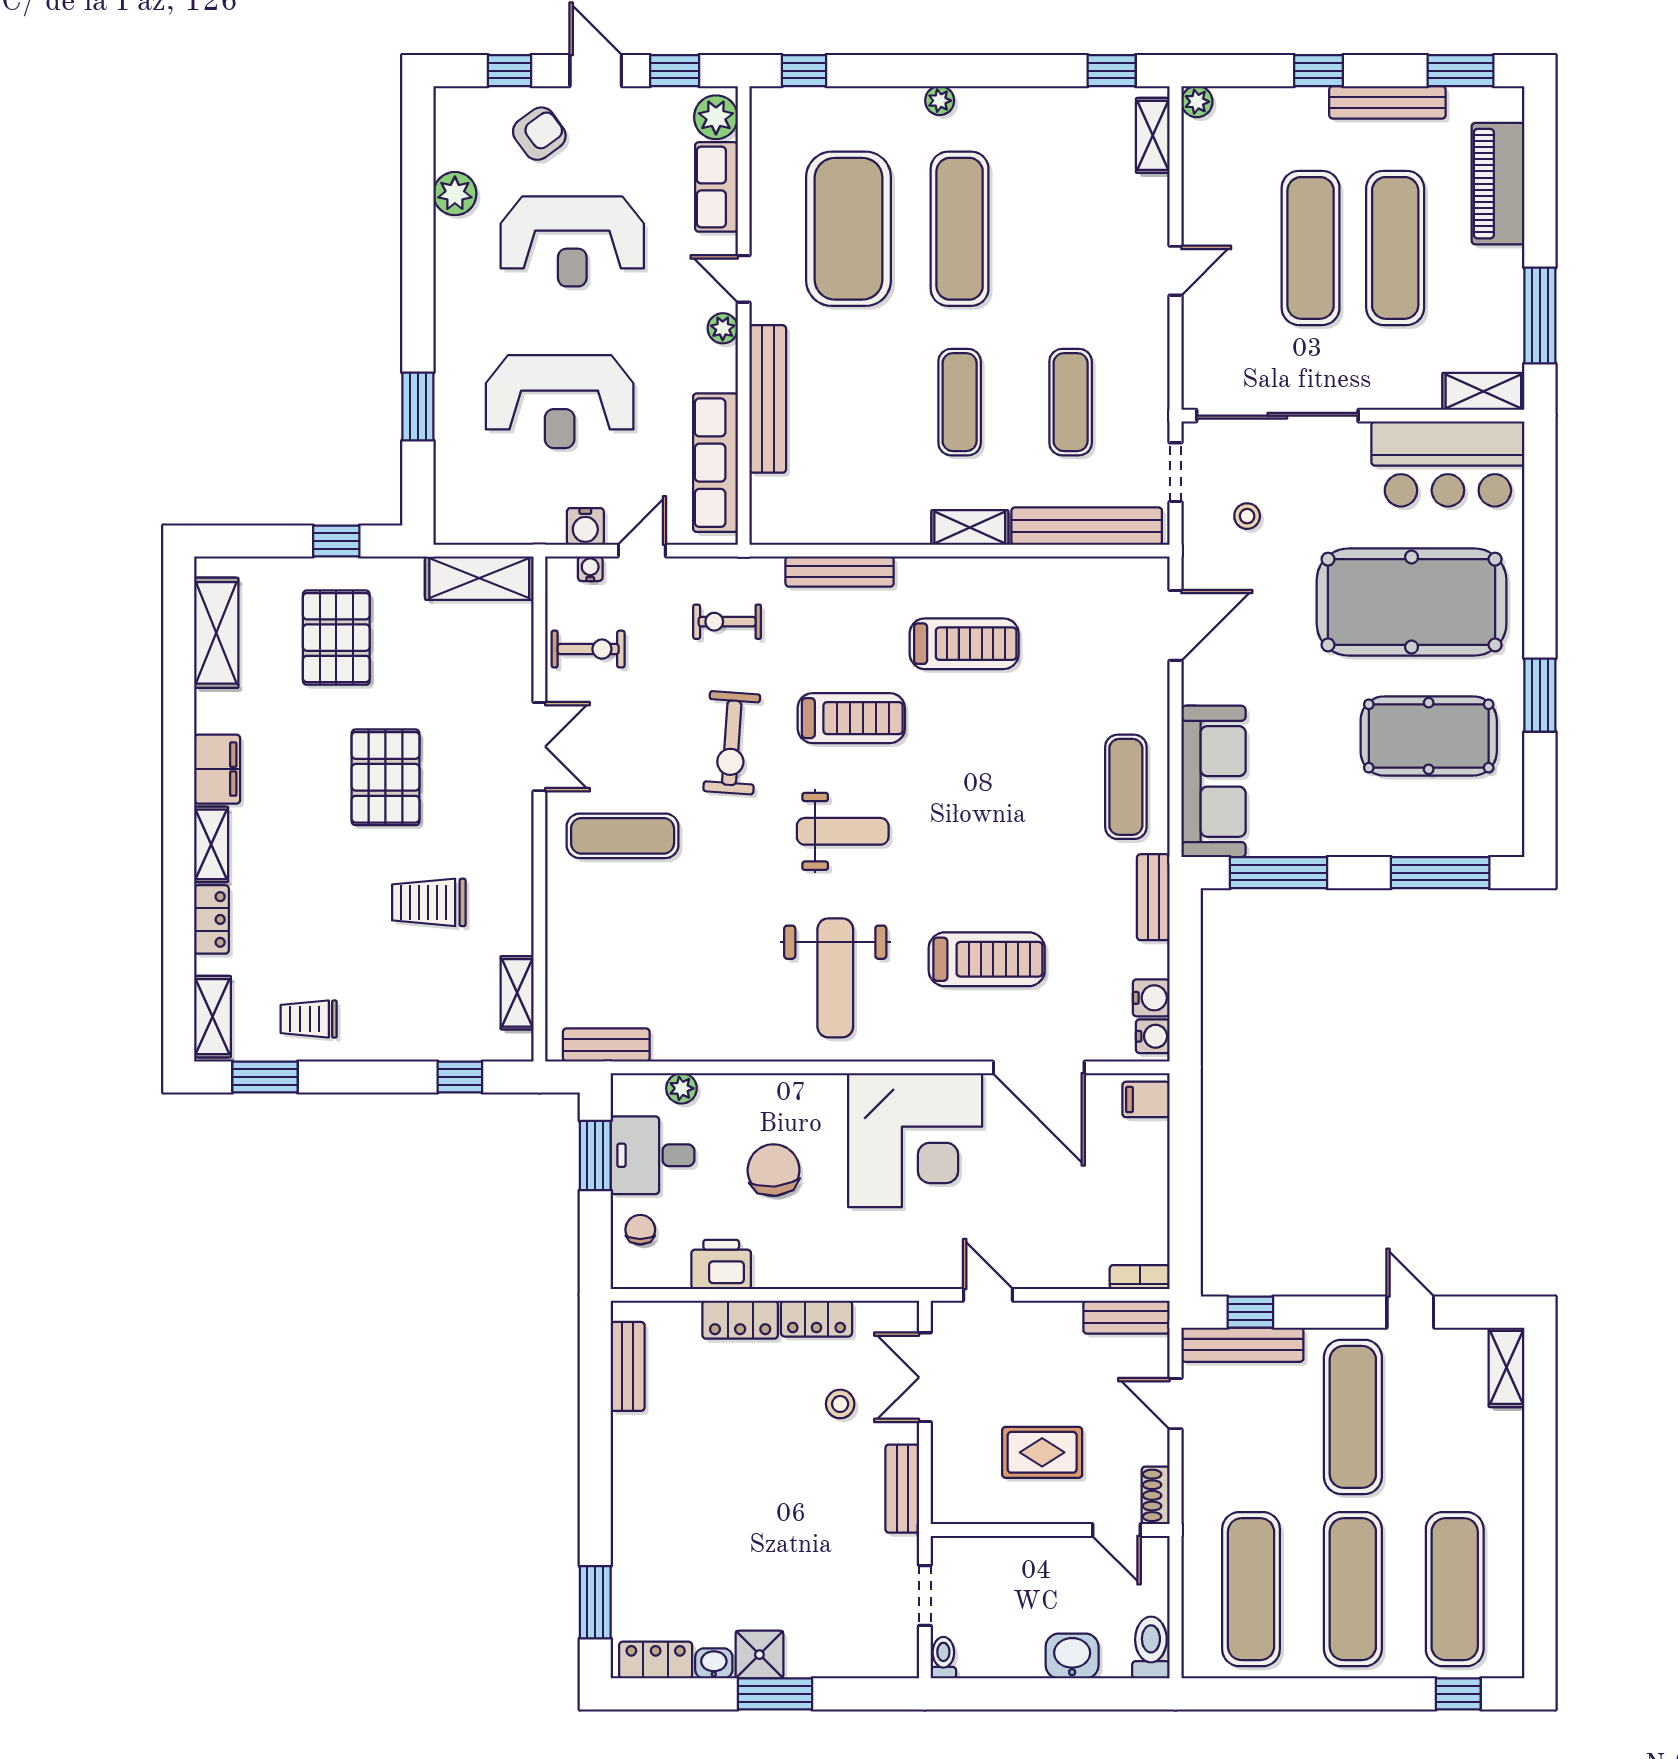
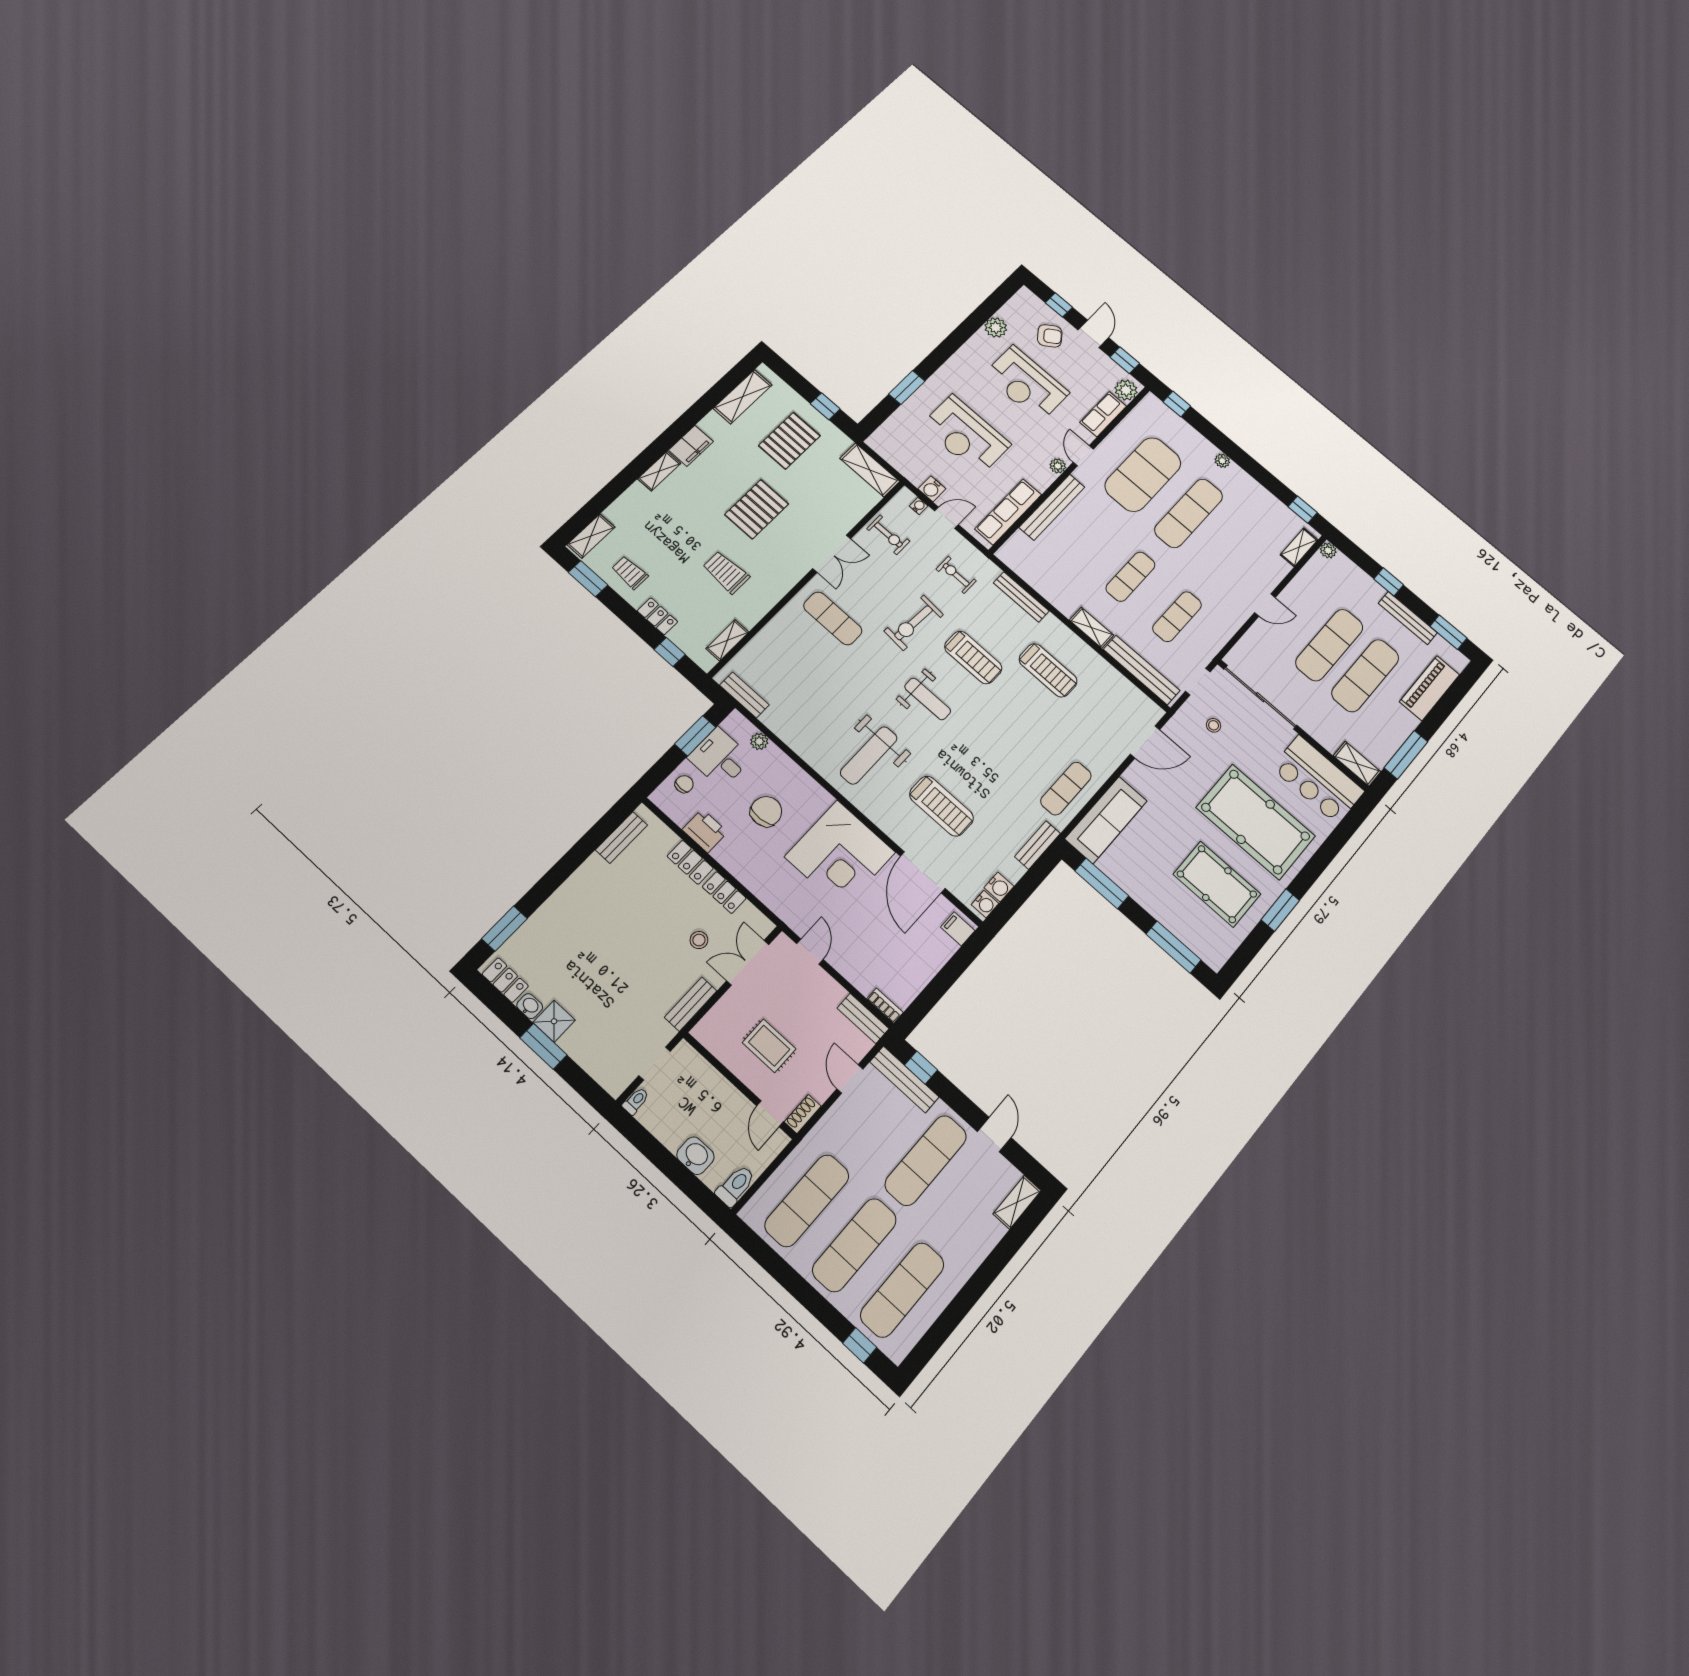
locker: (211, 919) -> (657, 616), moved, turned -90

